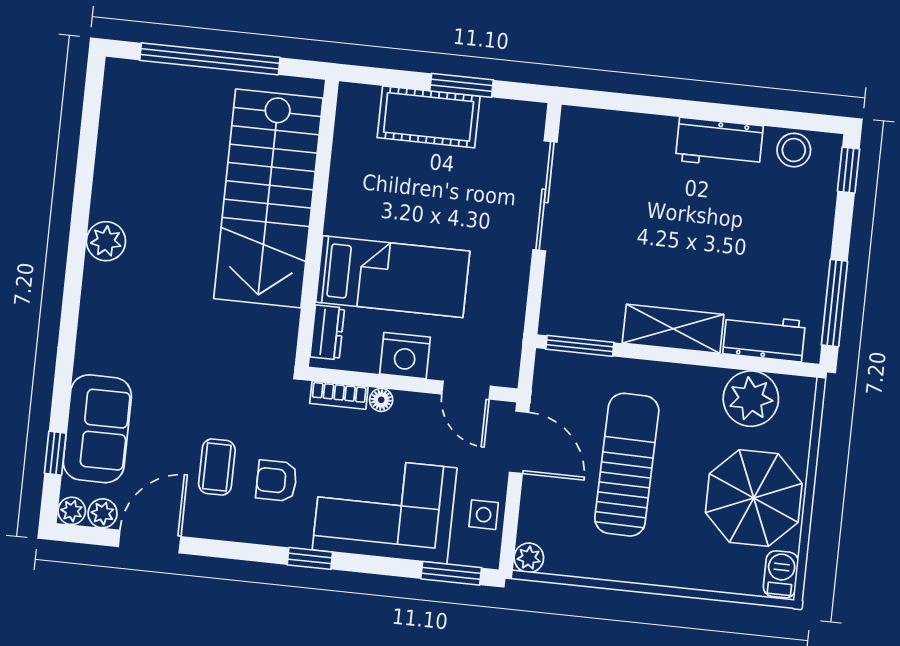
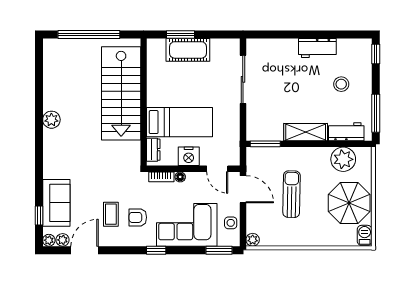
window: (462, 85) -> (181, 34), moved
stool: (794, 150) -> (341, 84), moved
sun lounger: (627, 465) -> (292, 194), width x0.73, depth x0.75

